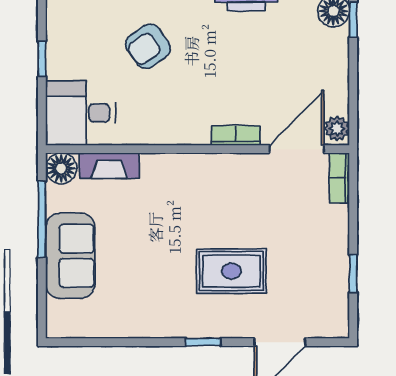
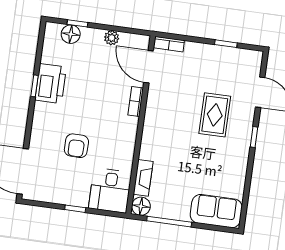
armchair: (148, 46) -> (76, 146), turned 36
plant: (337, 129) -> (112, 38), moved
sofa: (70, 256) -> (216, 211), moved

